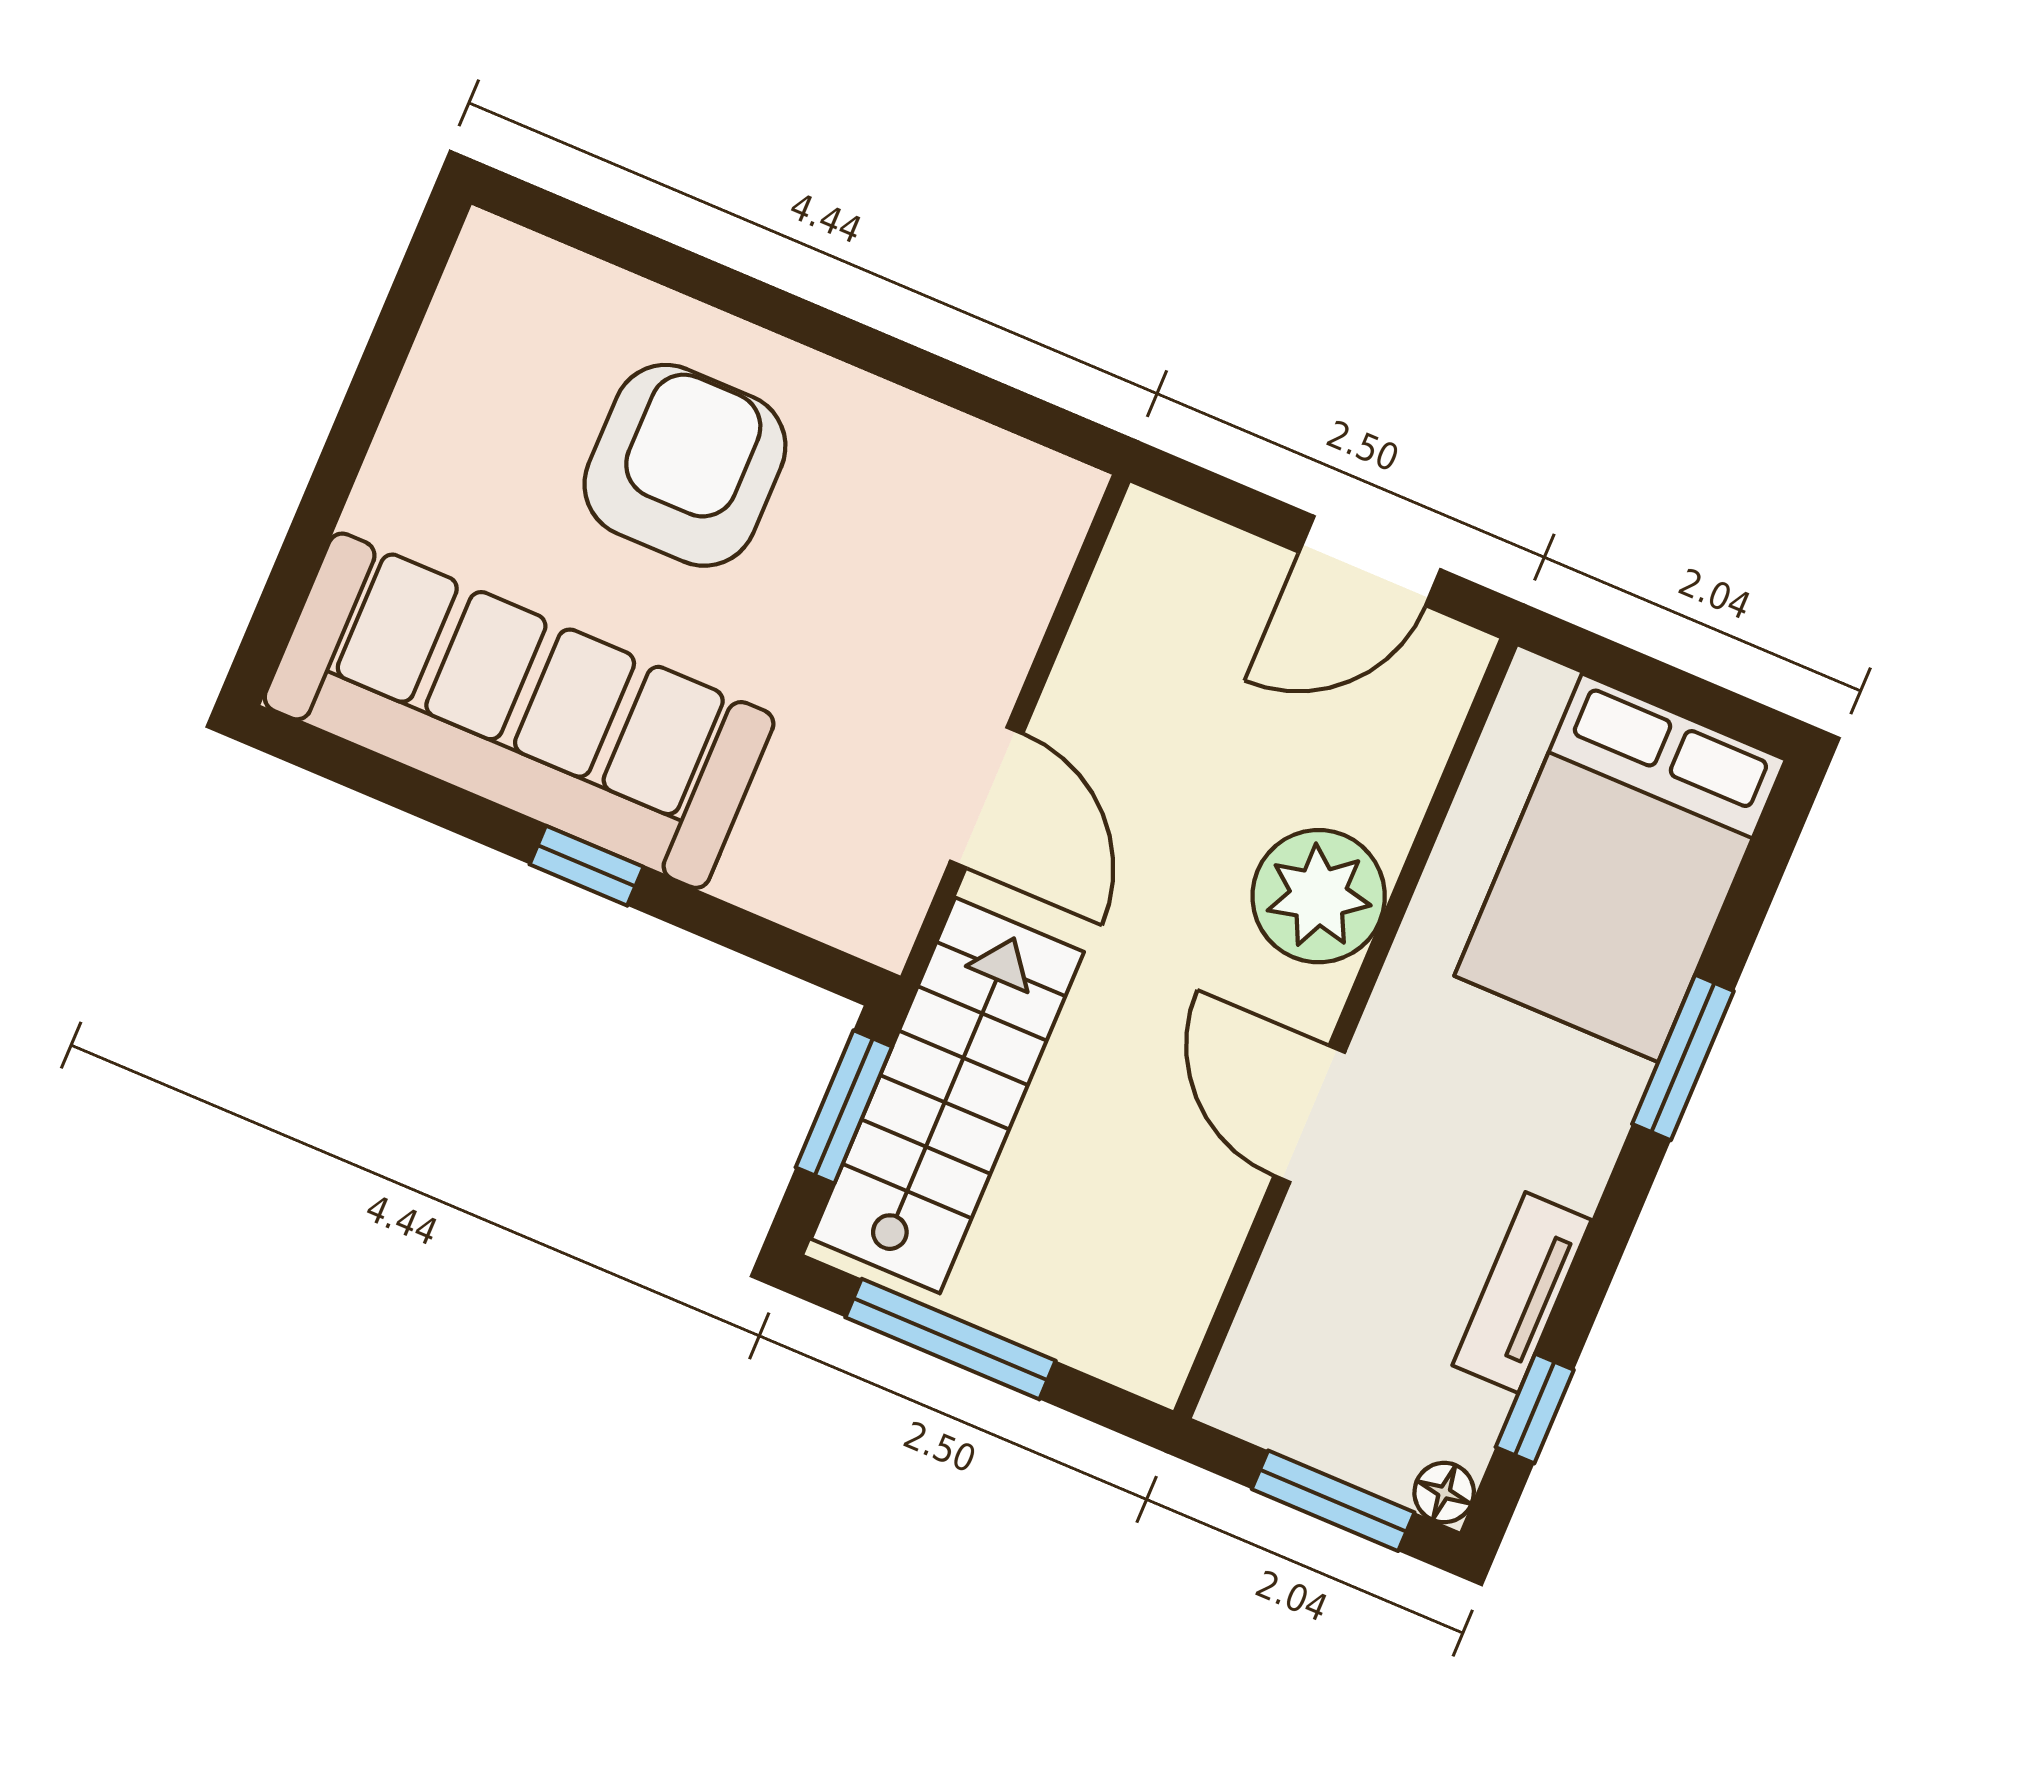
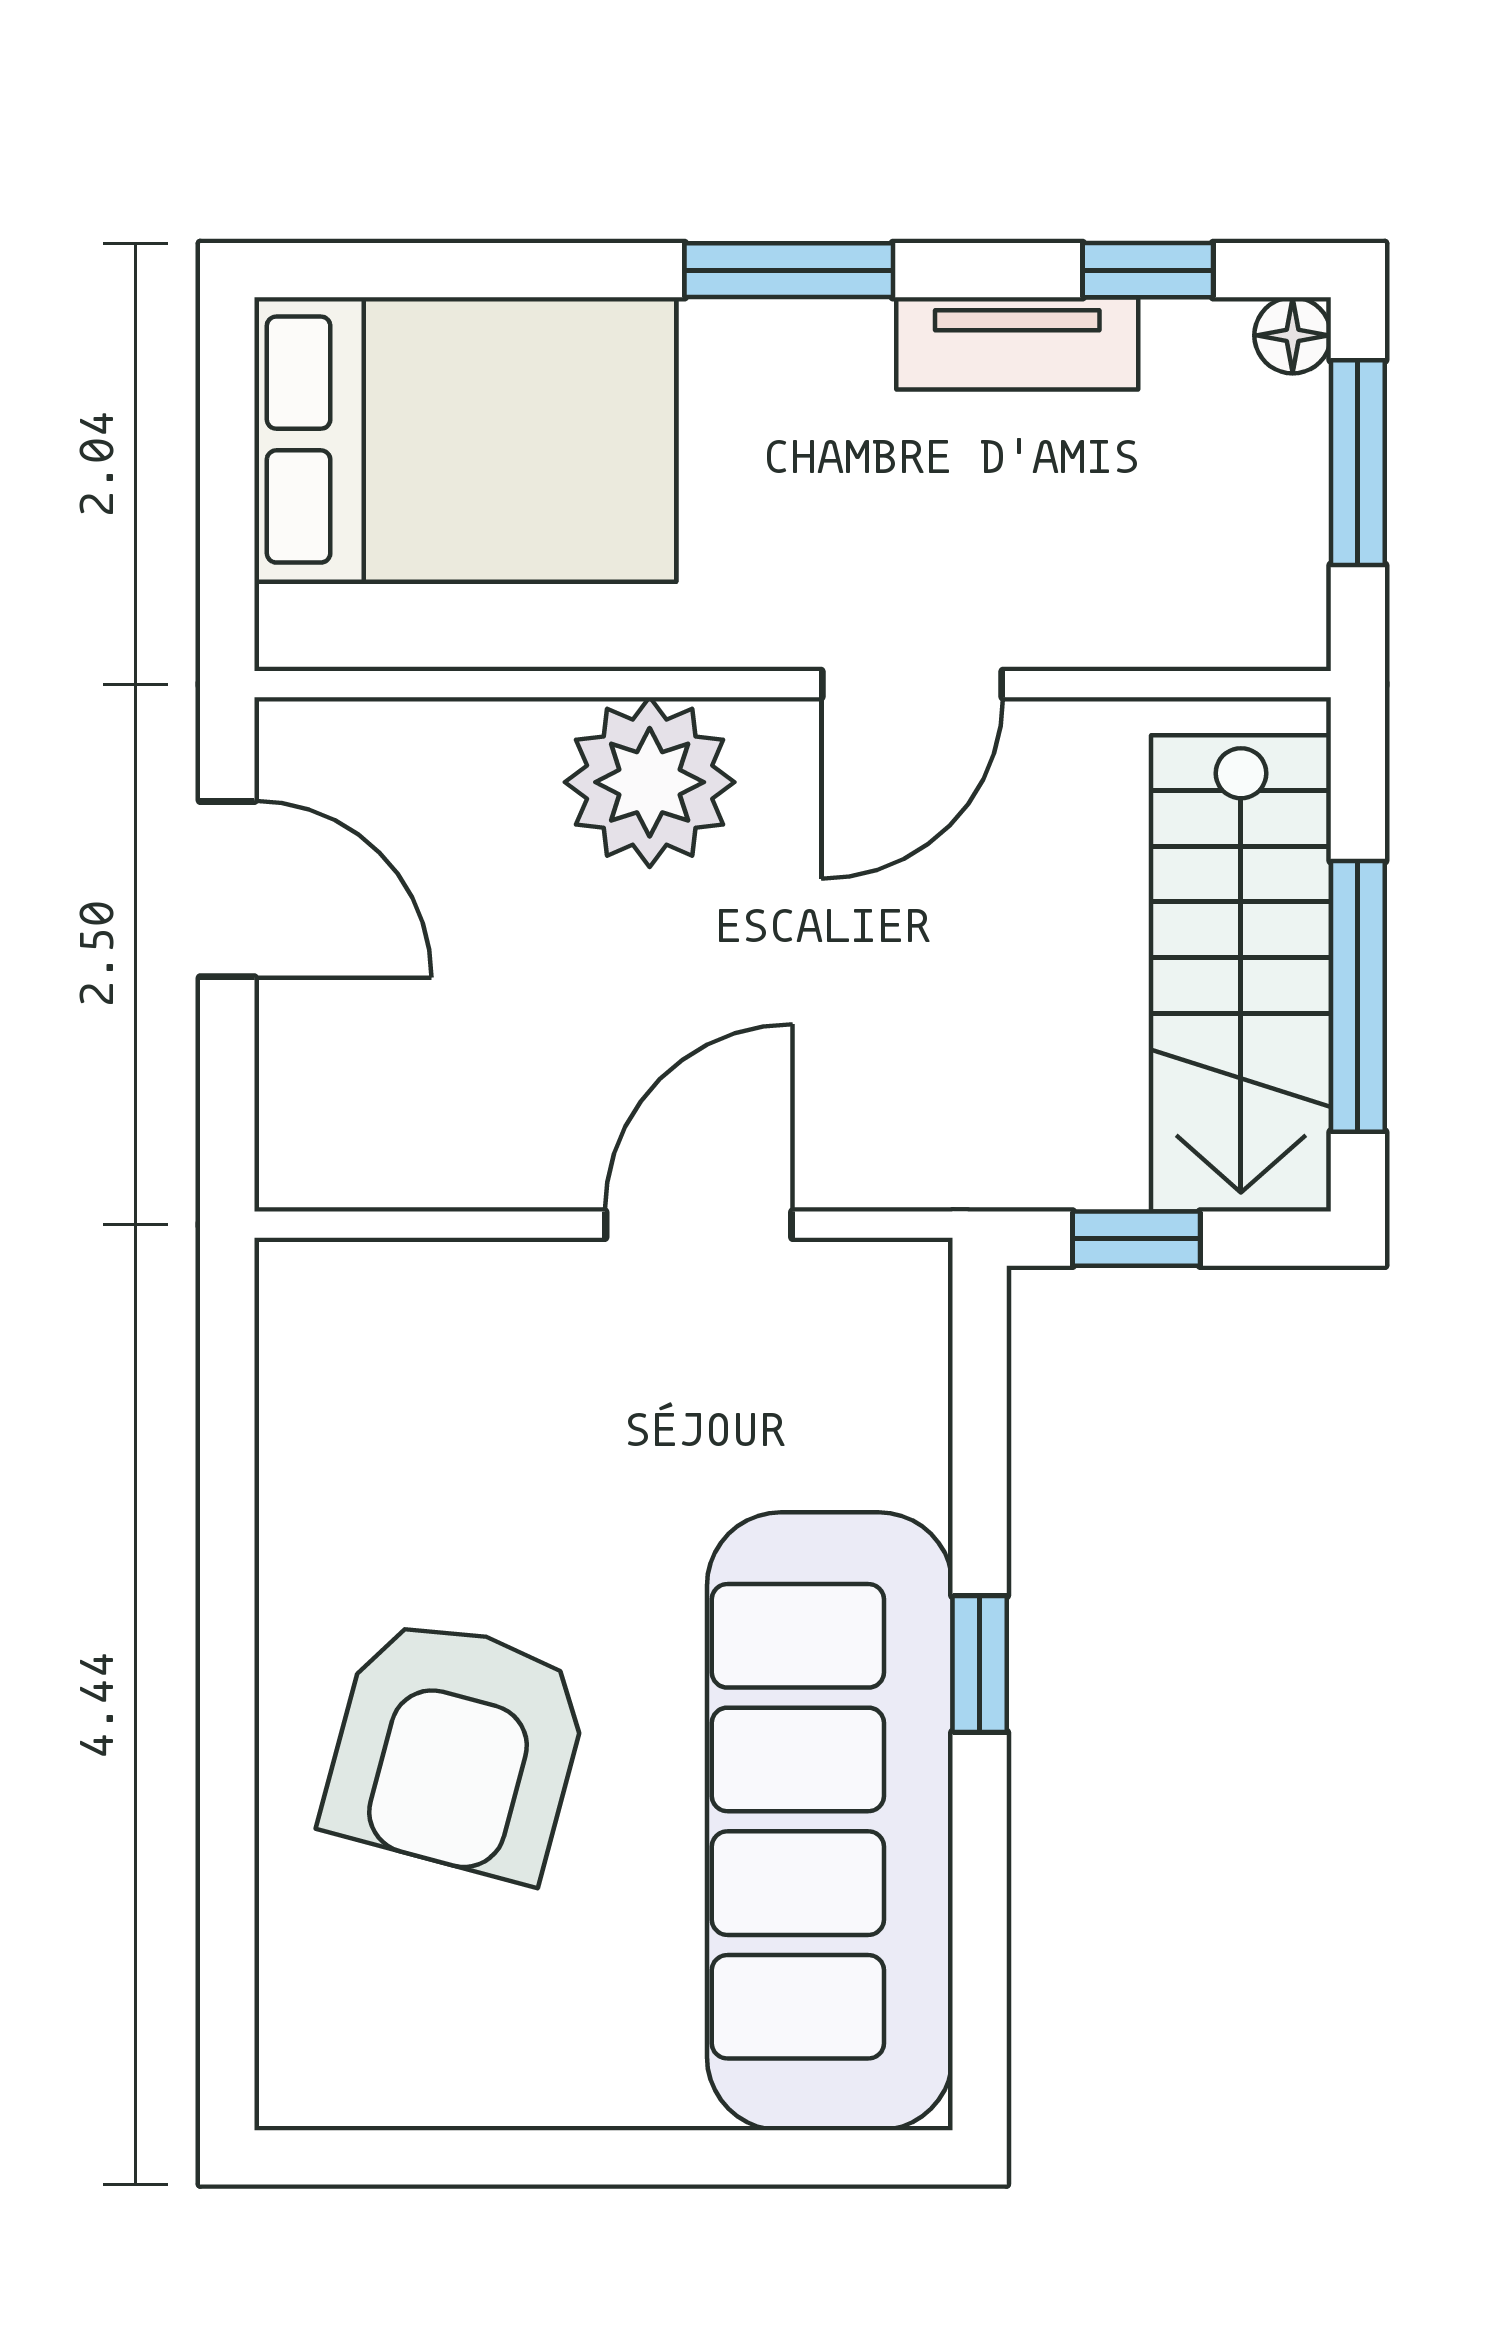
armchair: (685, 465) -> (456, 1748), turned -75
window: (1683, 1057) -> (789, 270), moved
stairs: (948, 1095) -> (1241, 973), moved, turned -90
window: (844, 1107) -> (1136, 1239), width x0.67

